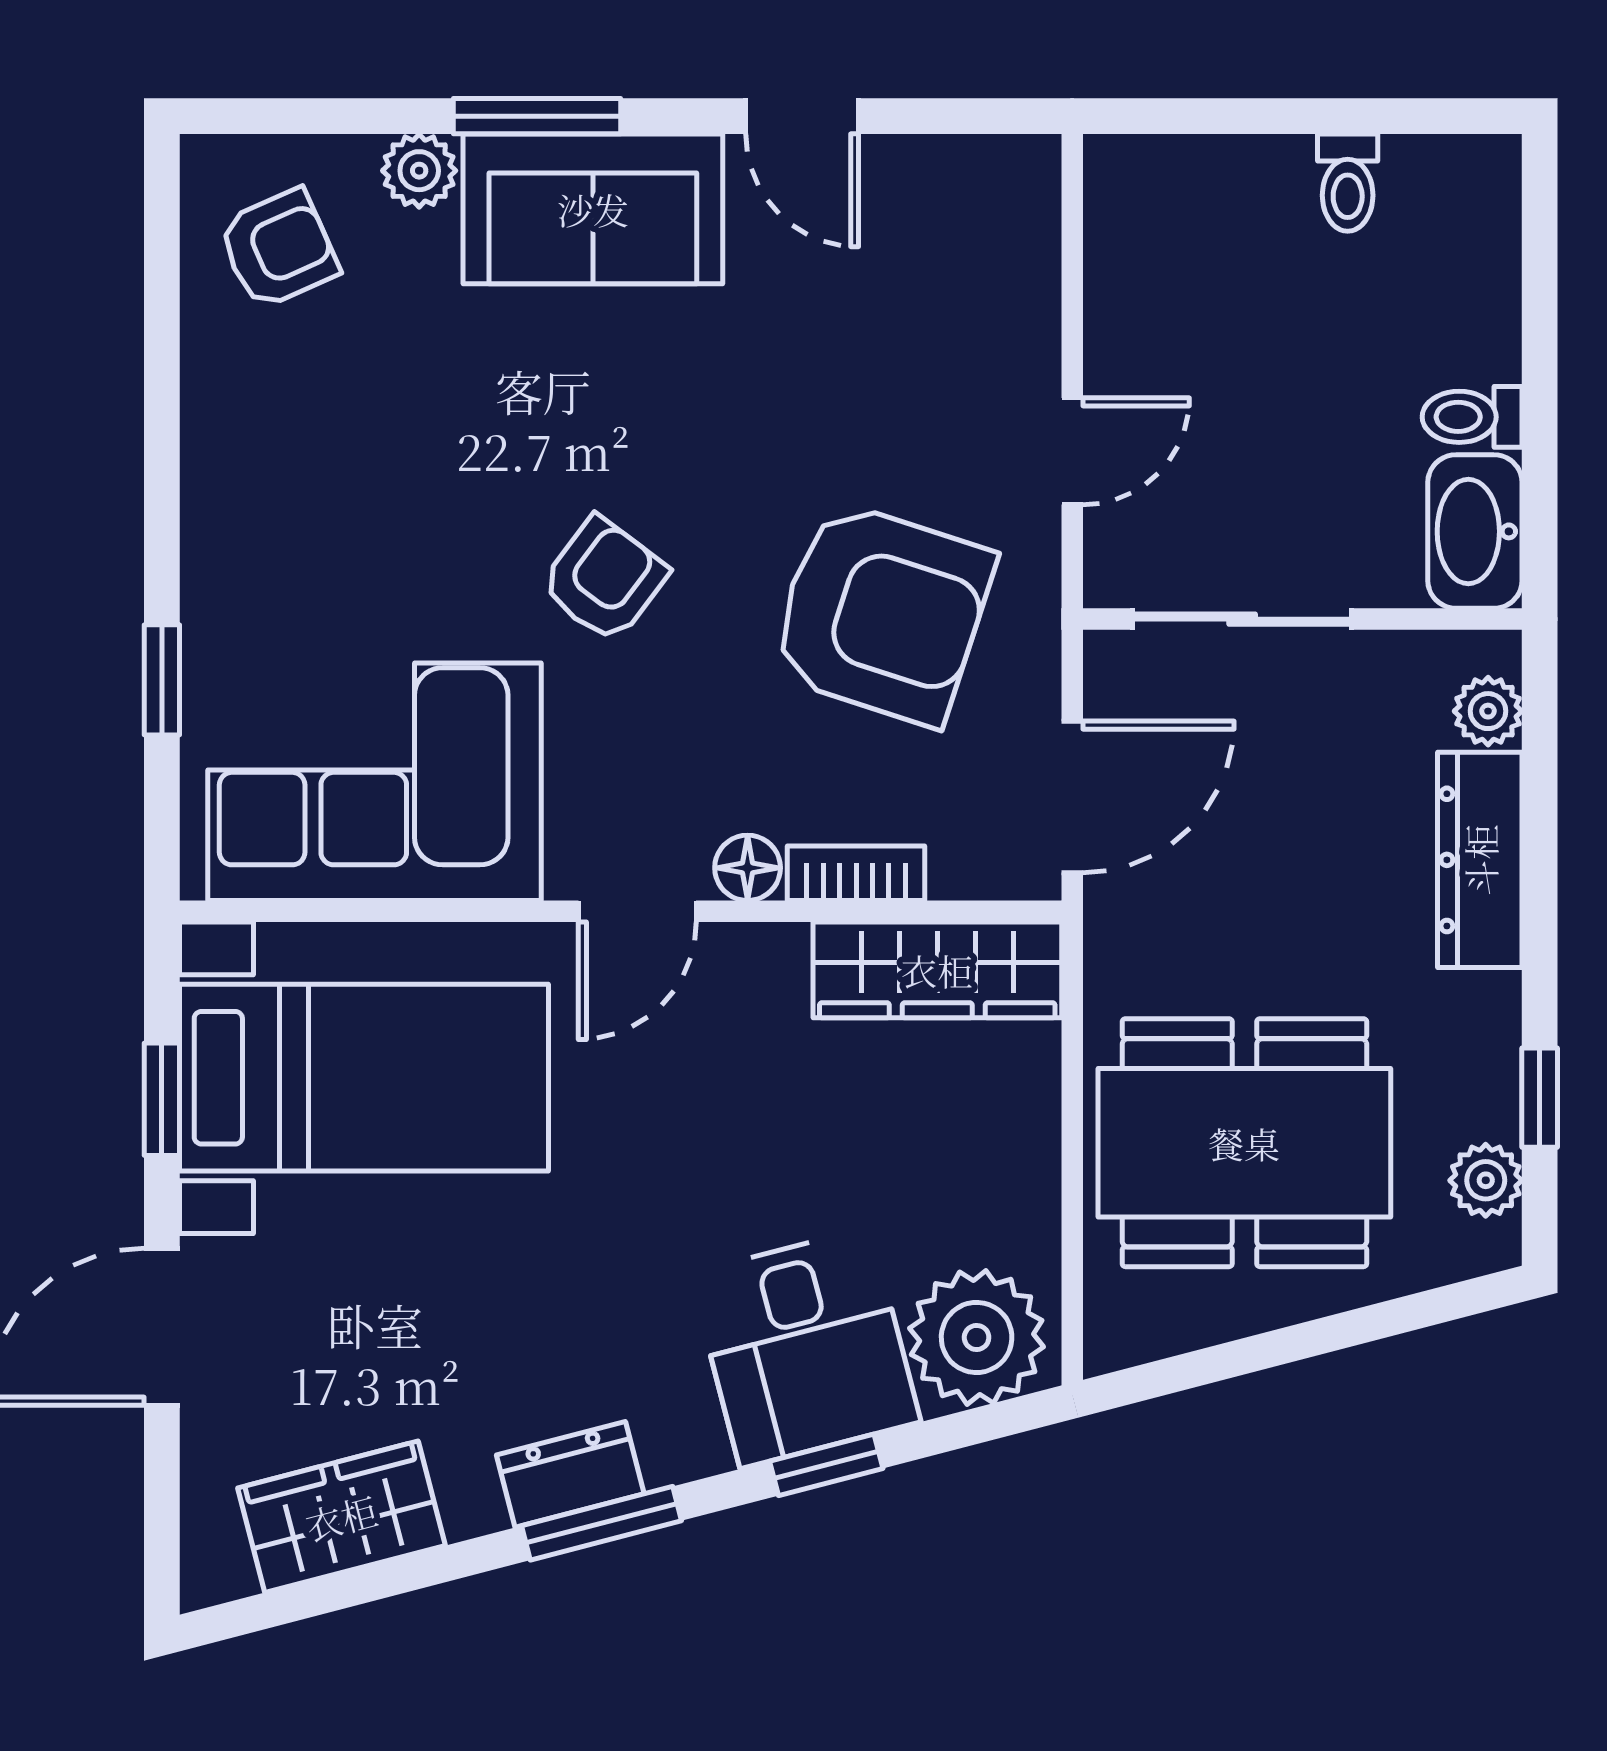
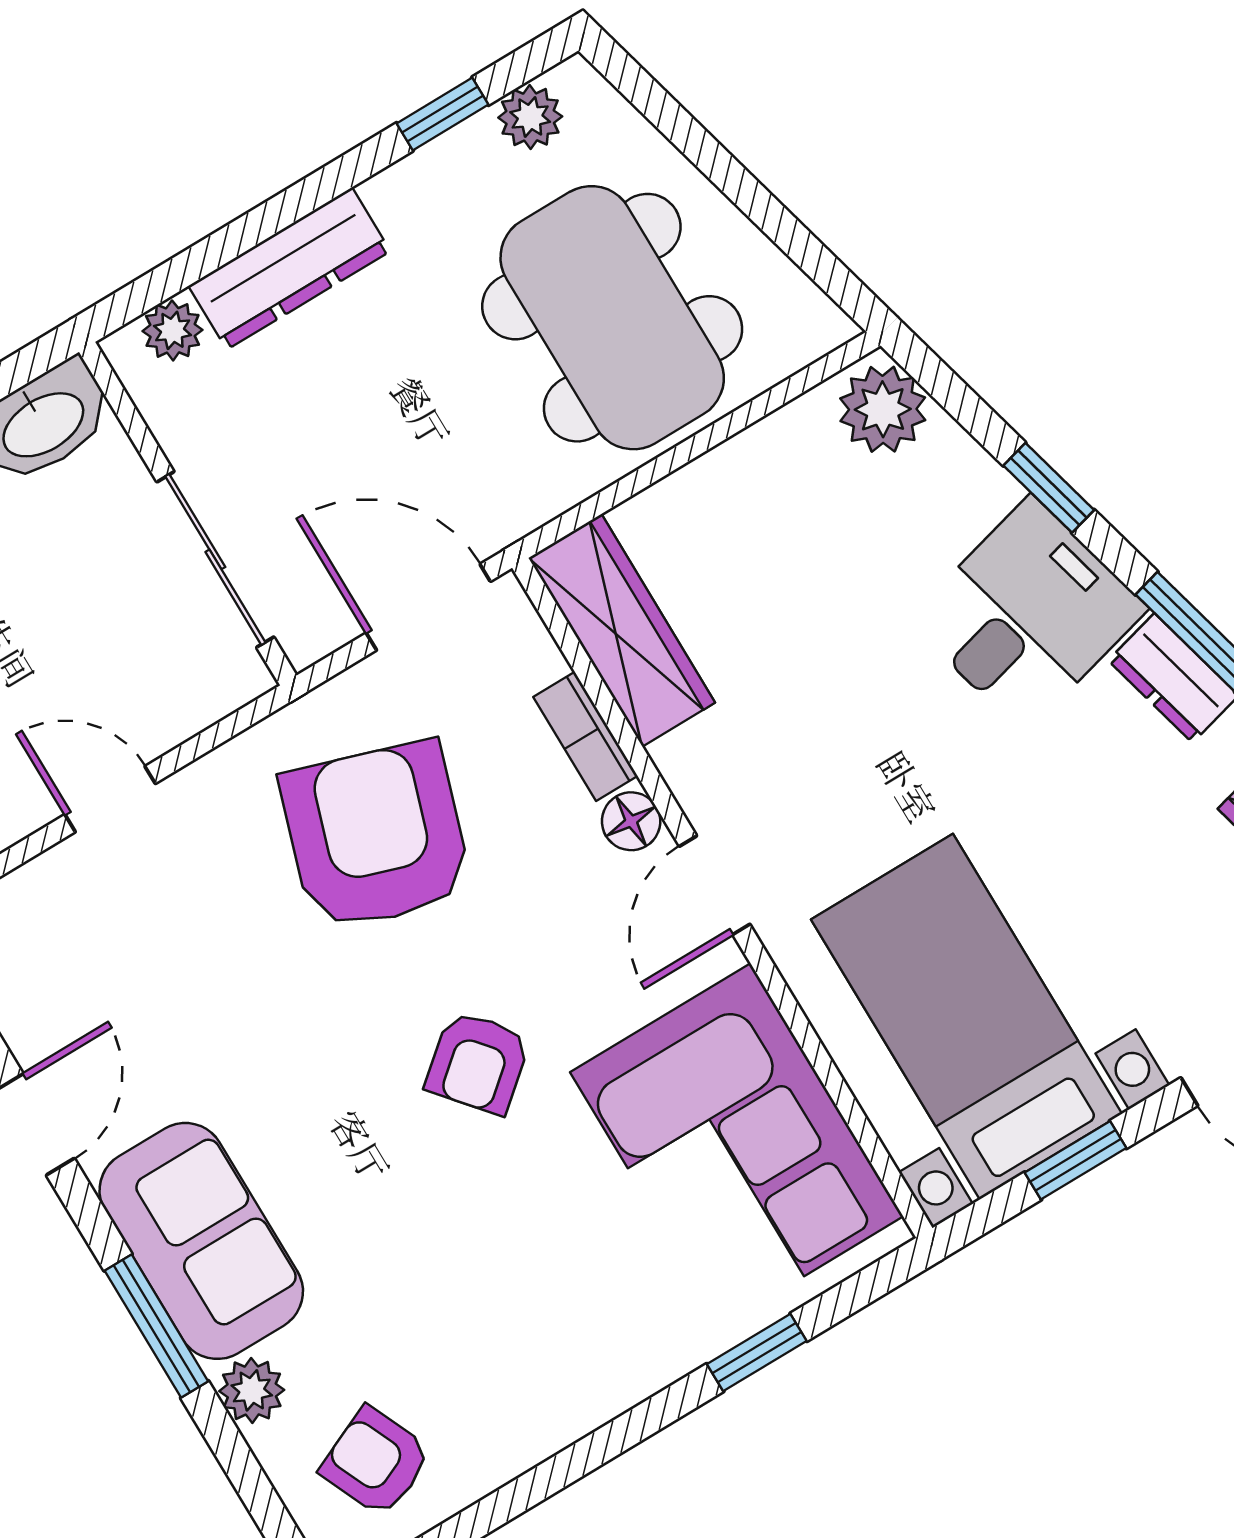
door: (1072, 451) -> (110, 799), moved
armchair: (604, 580) -> (478, 1063), turned -77
door: (637, 911) -> (715, 885), swing flipped
plant: (977, 1337) -> (883, 409), width x0.73, depth x0.73
desk: (805, 1348) -> (1028, 614), moved

